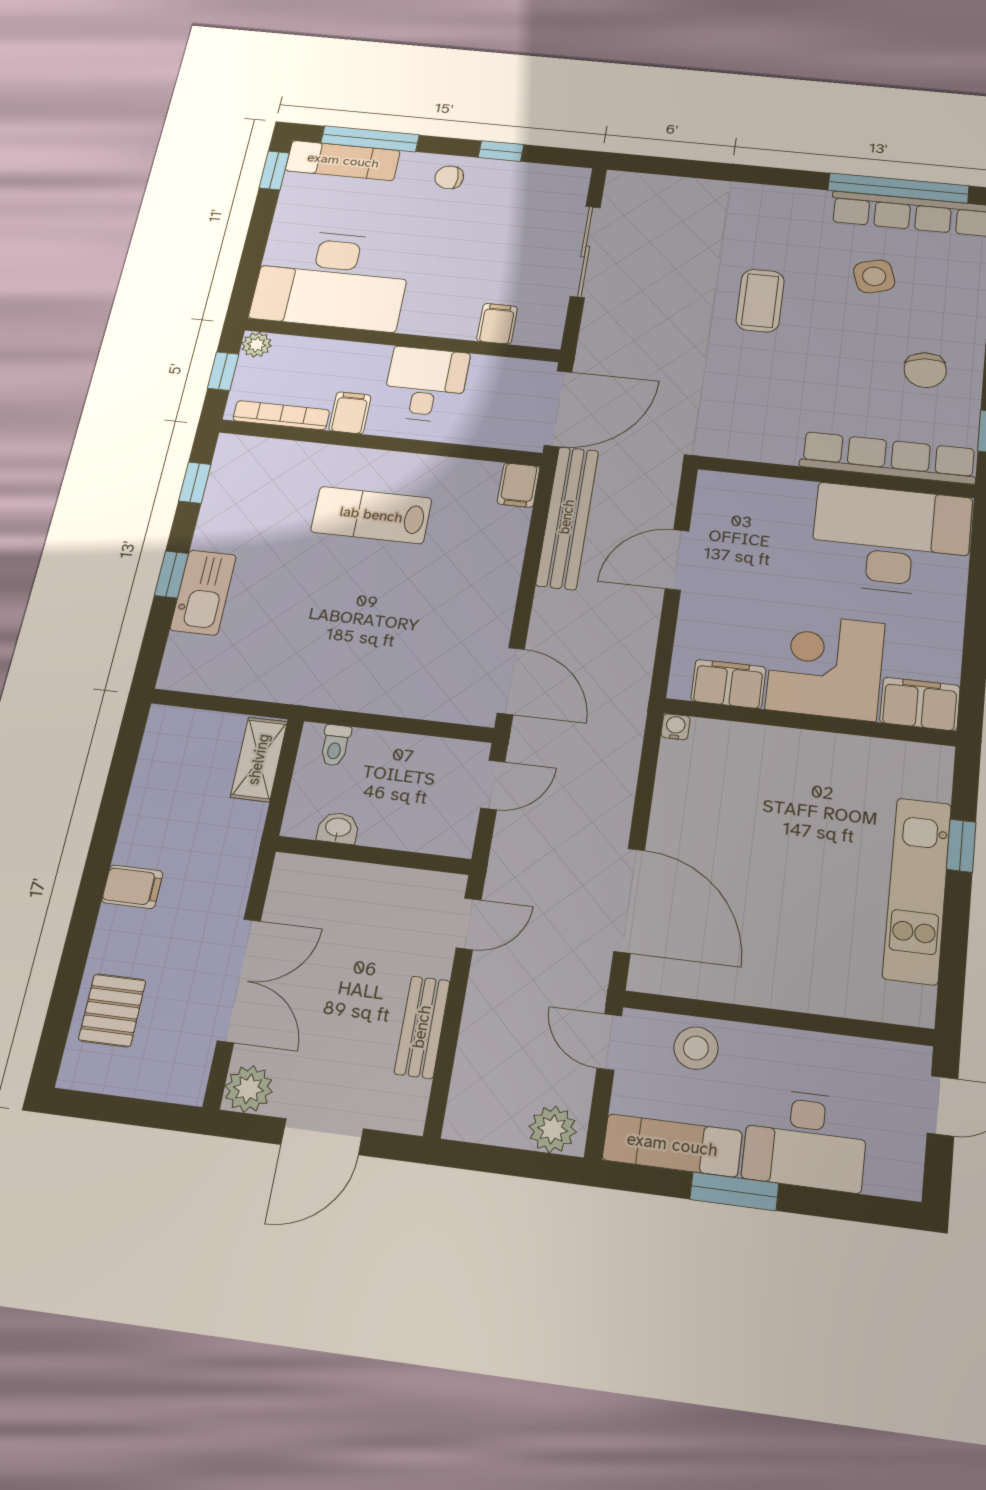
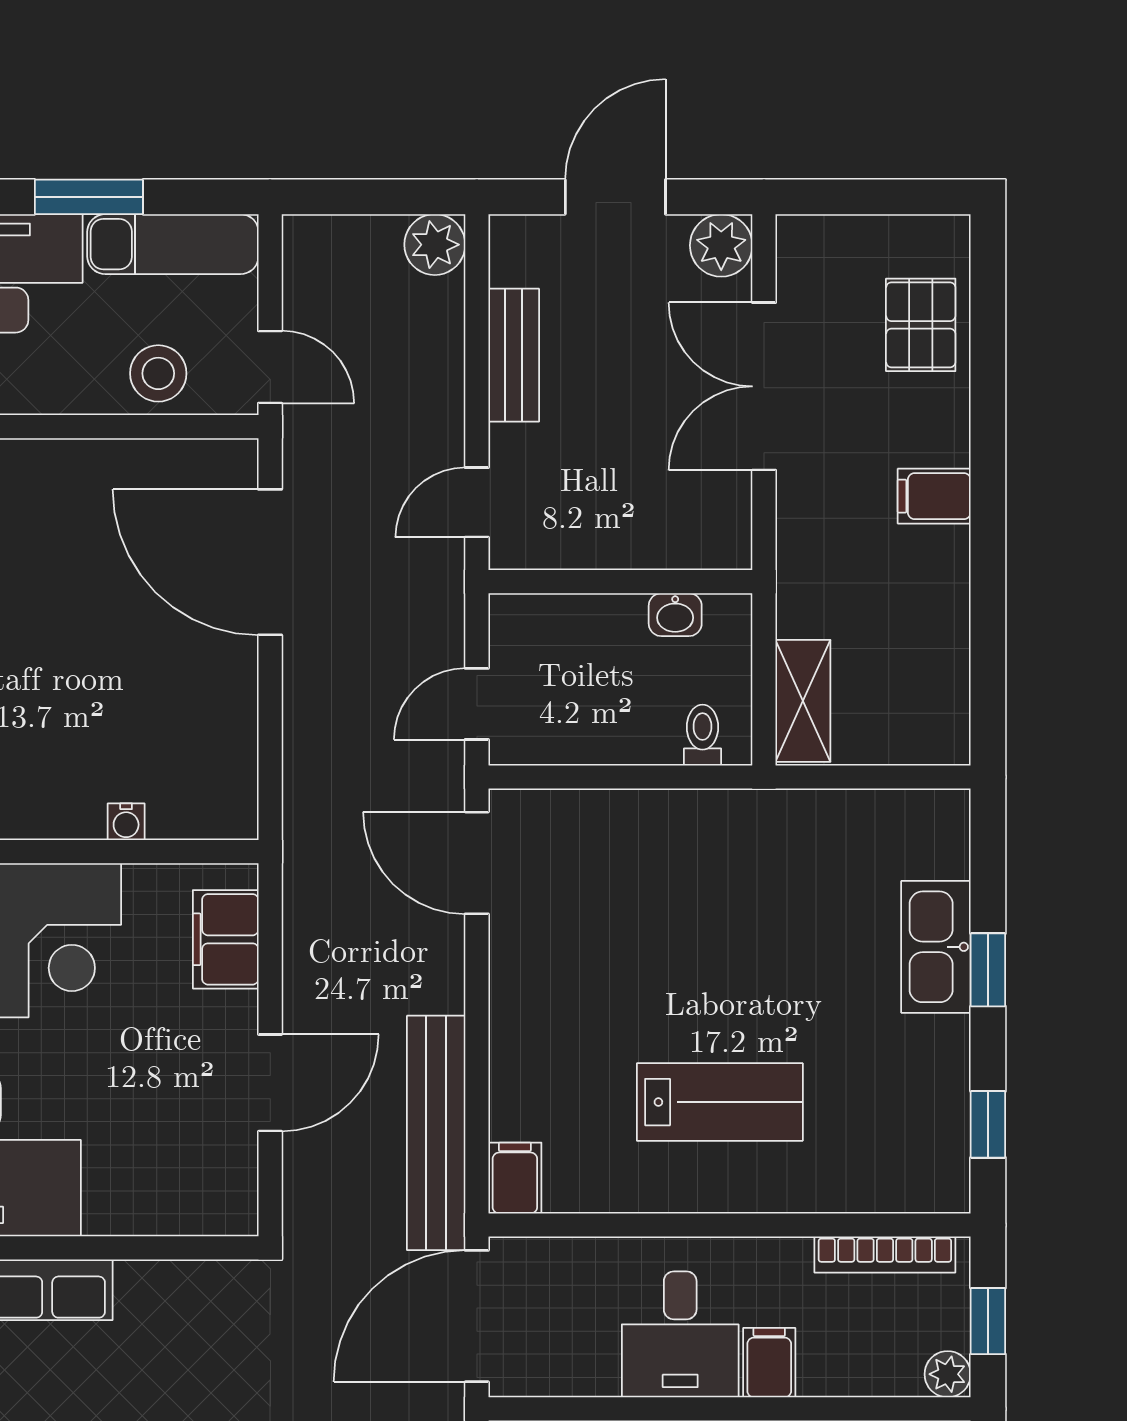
filing cabinet: (350, 413) -> (769, 1363), moved, turned 180
filing cabinet: (728, 684) -> (226, 939), moved, turned 90
water cooler: (675, 727) -> (126, 822), moved
plant: (553, 1129) -> (435, 245), moved

